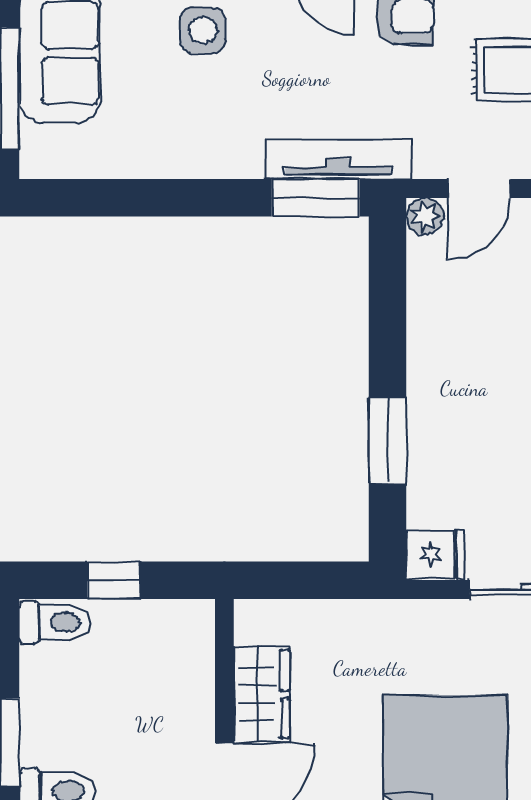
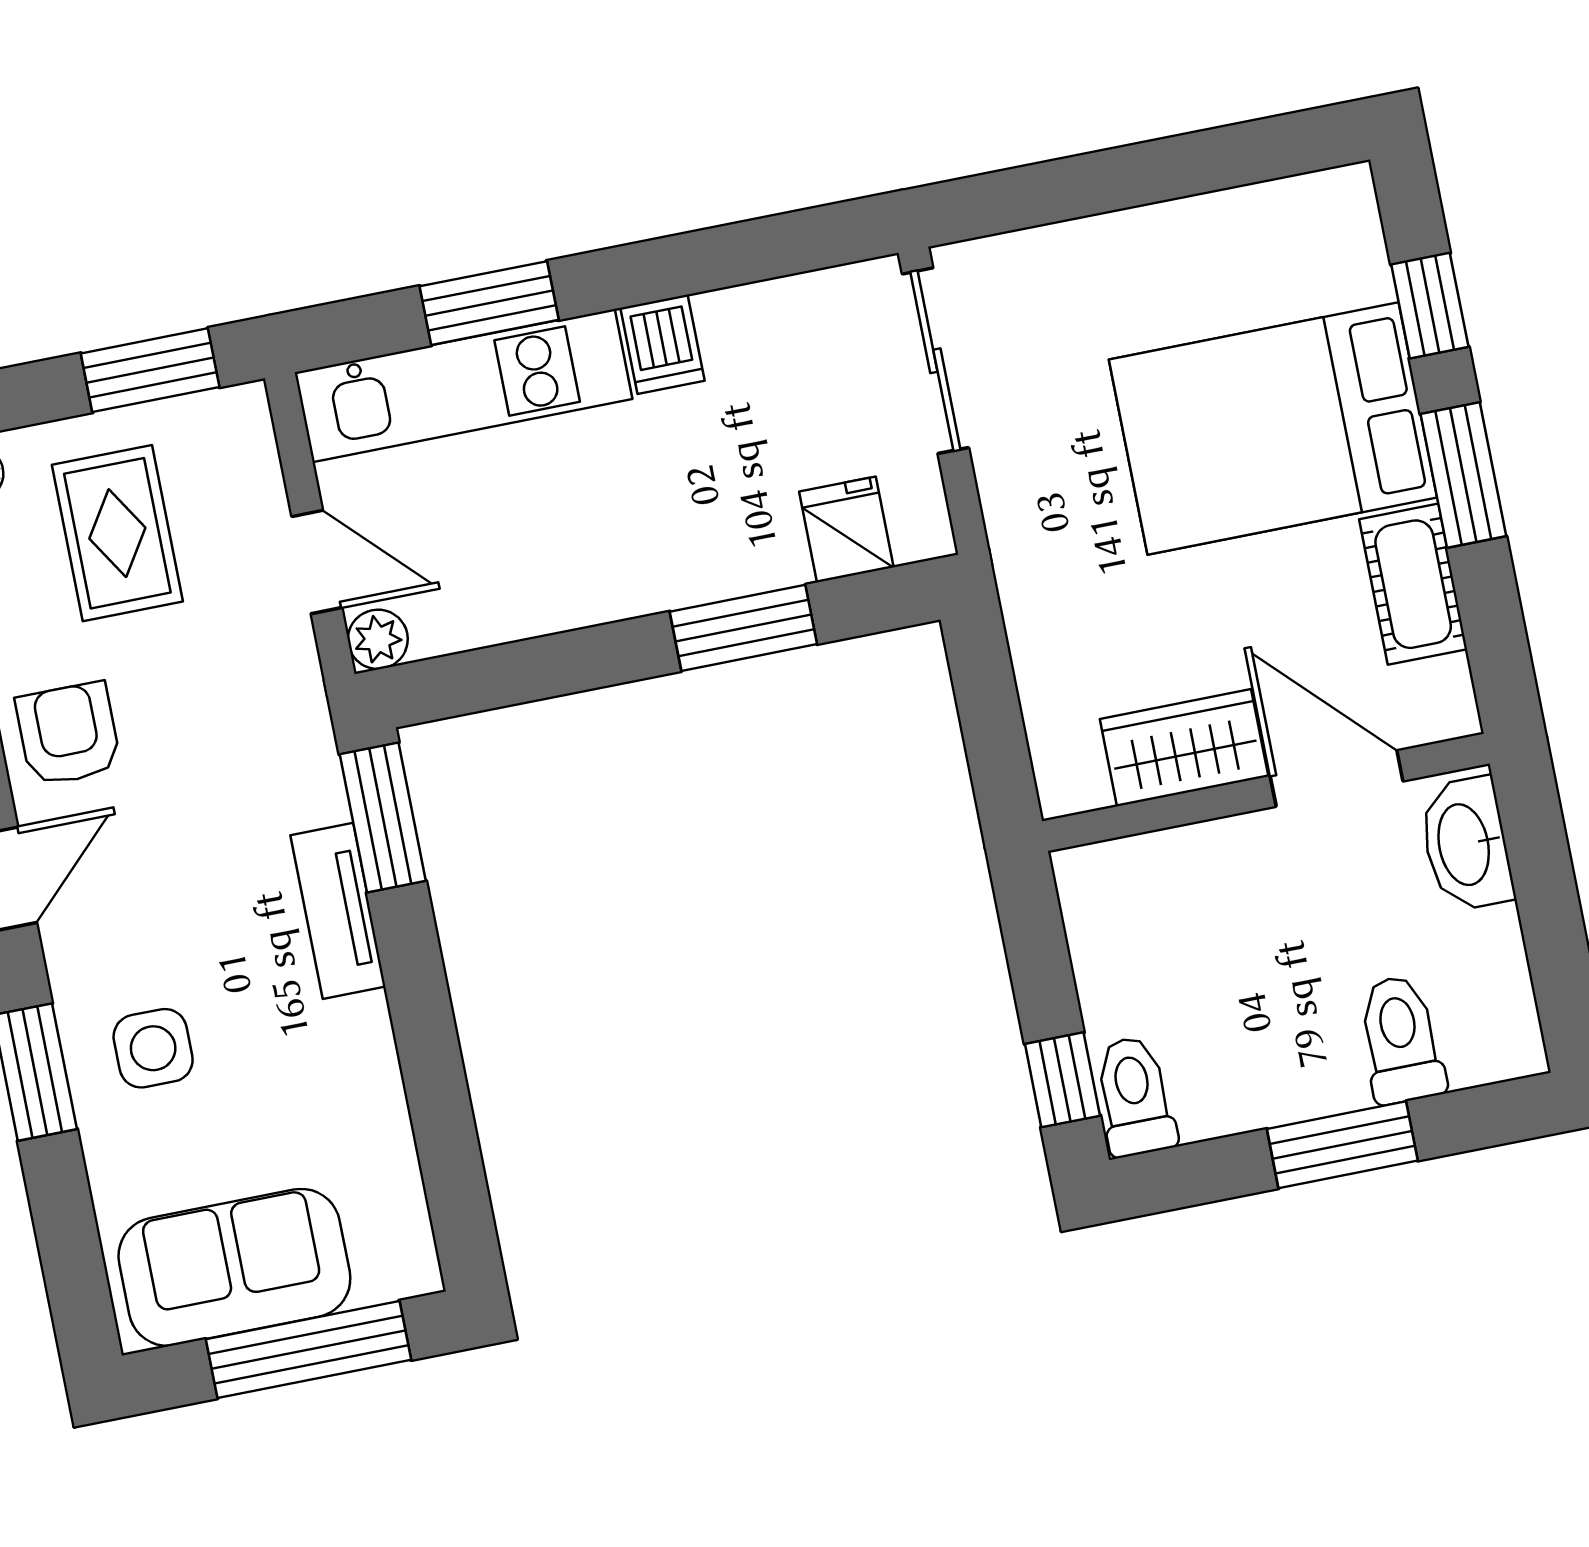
tv unit: (338, 159) -> (338, 911), moved, width x0.71
fridge: (435, 554) -> (846, 529), moved
window: (114, 580) -> (1062, 1080), moved

